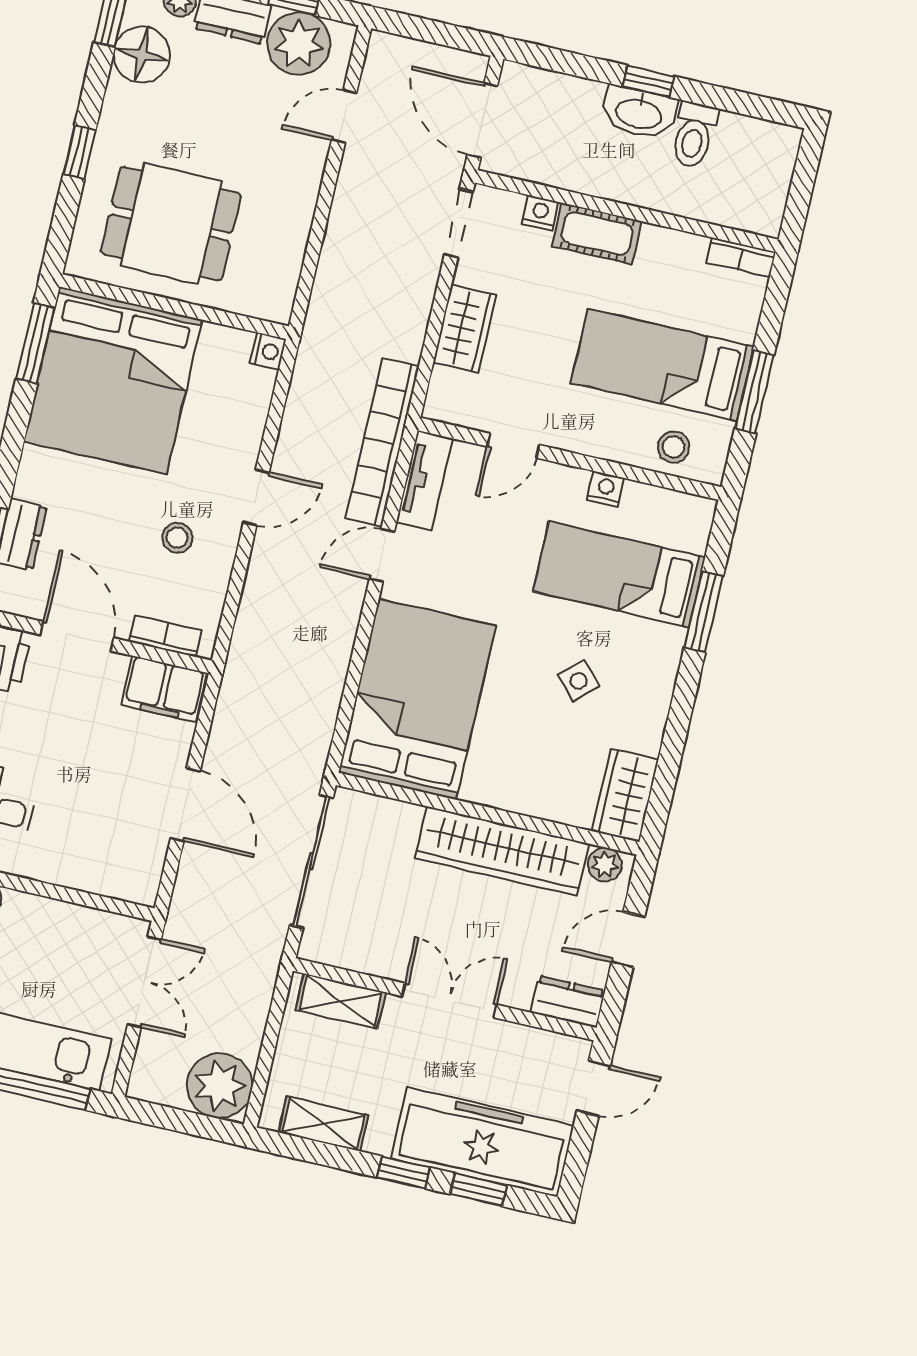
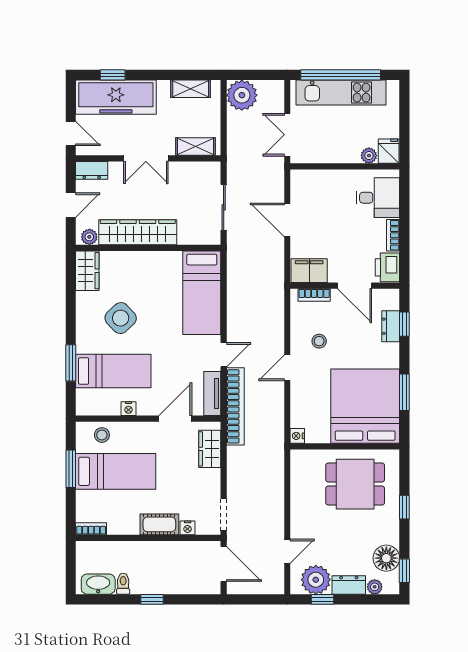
washbasin: (639, 113) -> (98, 584), moved
toilet: (694, 135) -> (123, 584), width x0.73, depth x0.72
wardrobe: (465, 329) -> (210, 449), moved
window: (35, 343) -> (404, 392), moved
door: (513, 446) -> (175, 419), width x1.38
side table: (579, 681) -> (121, 318), width x1.87, depth x1.87
bed: (417, 699) -> (202, 293), width x0.67
sliding door: (311, 862) -> (224, 207), width x0.73
door: (594, 1088) -> (71, 133), swing flipped
window: (403, 1172) -> (149, 75), removed

